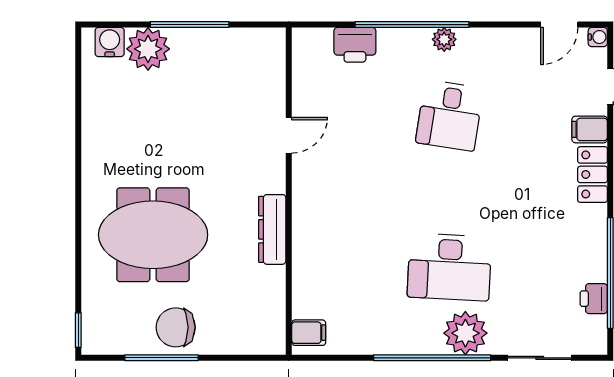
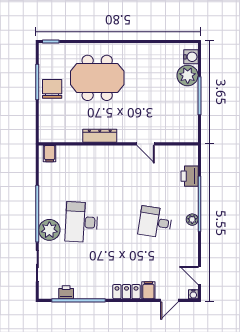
meeting table: (153, 235) -> (97, 78), turned 90

